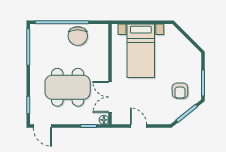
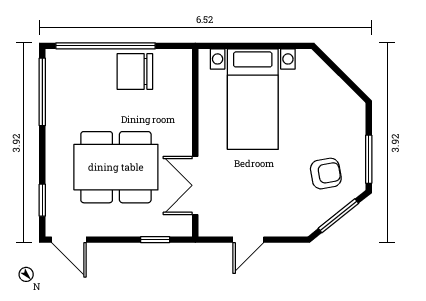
chair: (78, 36) -> (135, 71), turned 90
armchair: (180, 91) -> (326, 174), turned -99
floor lamp: (104, 120) -> (184, 228), removed
door: (138, 126) -> (248, 240), swing flipped

